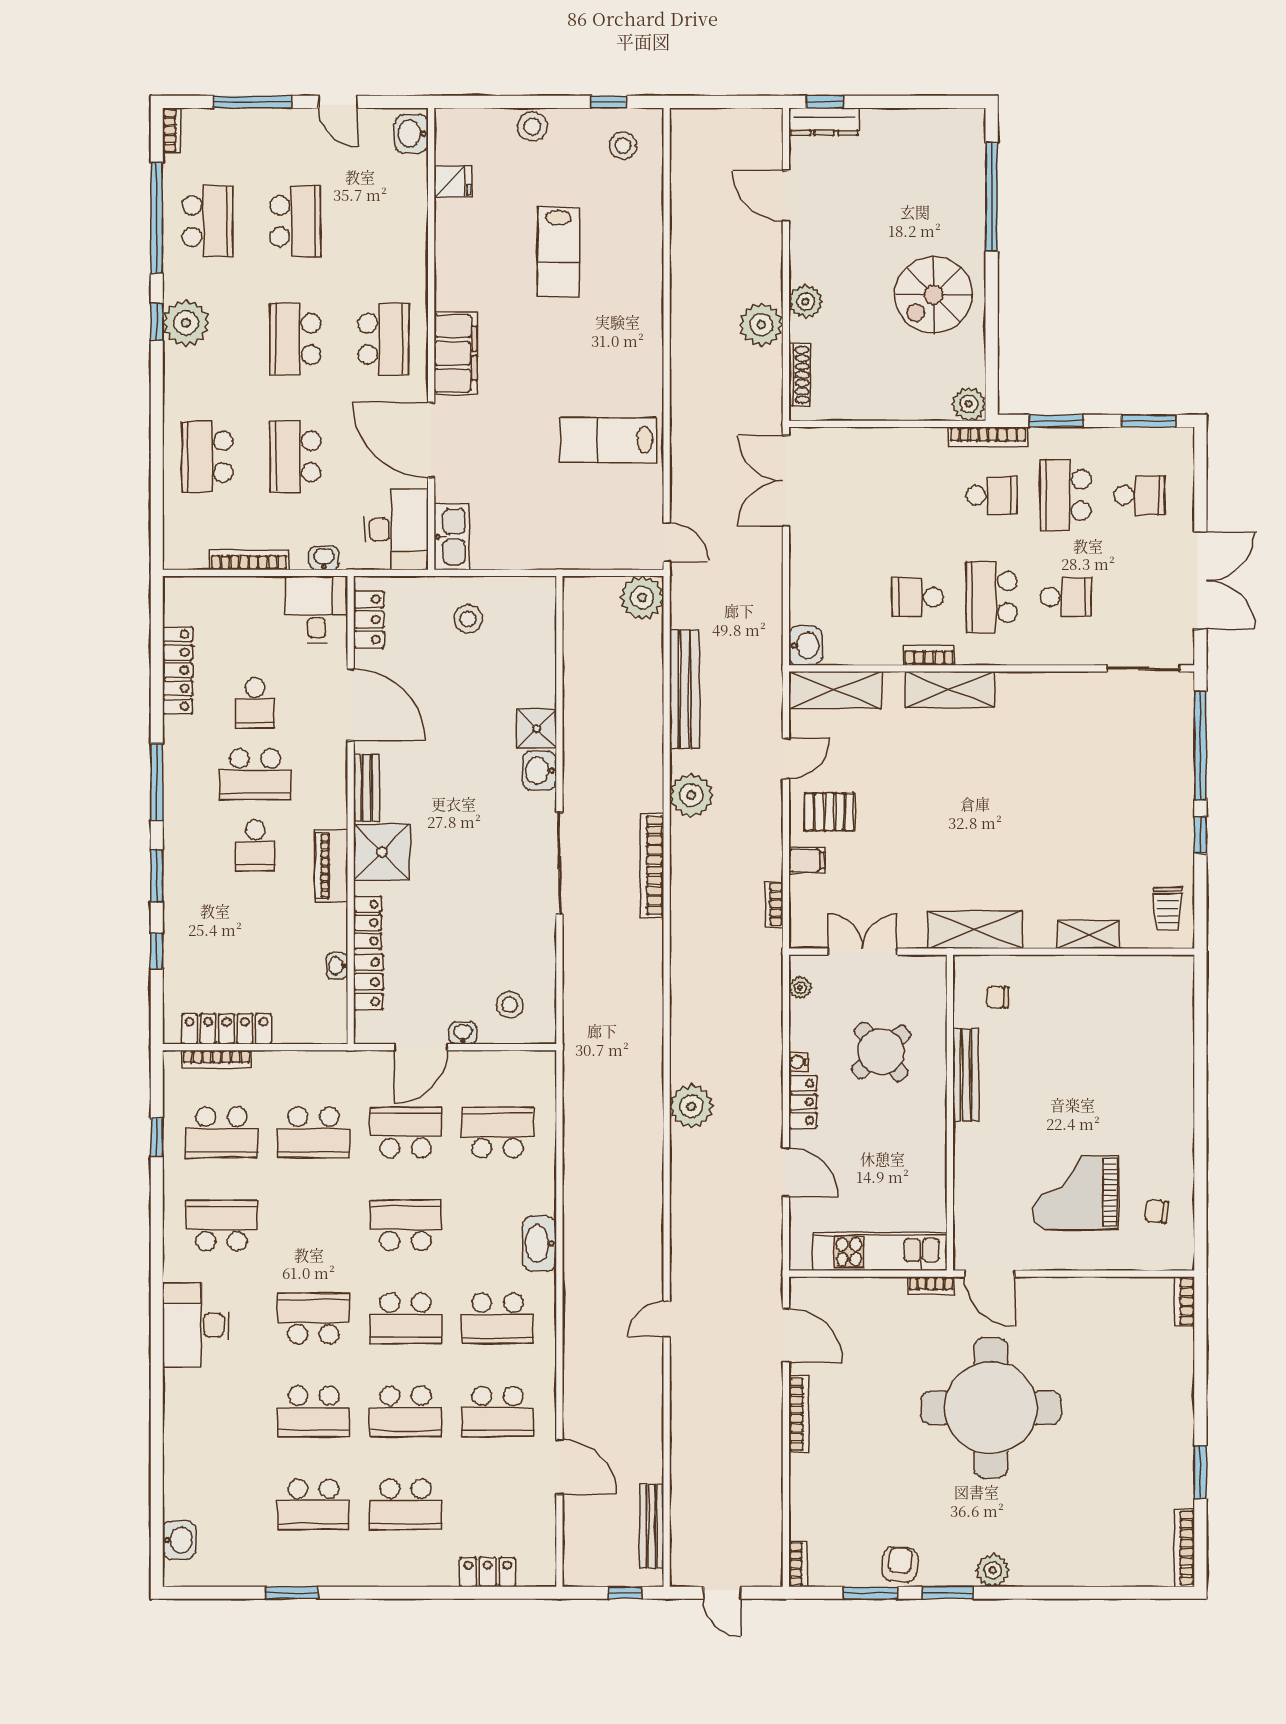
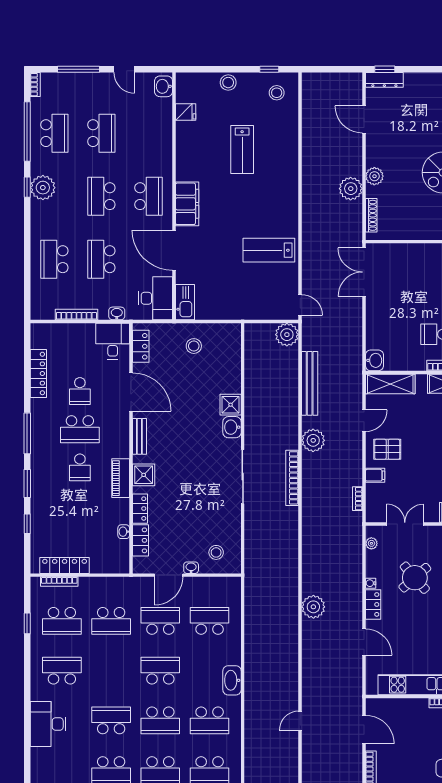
shower: (382, 852) -> (144, 475), width x0.73, depth x0.73

